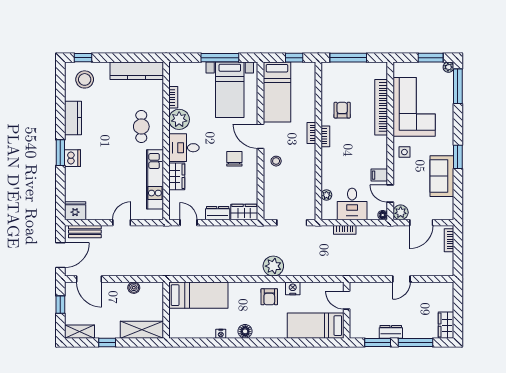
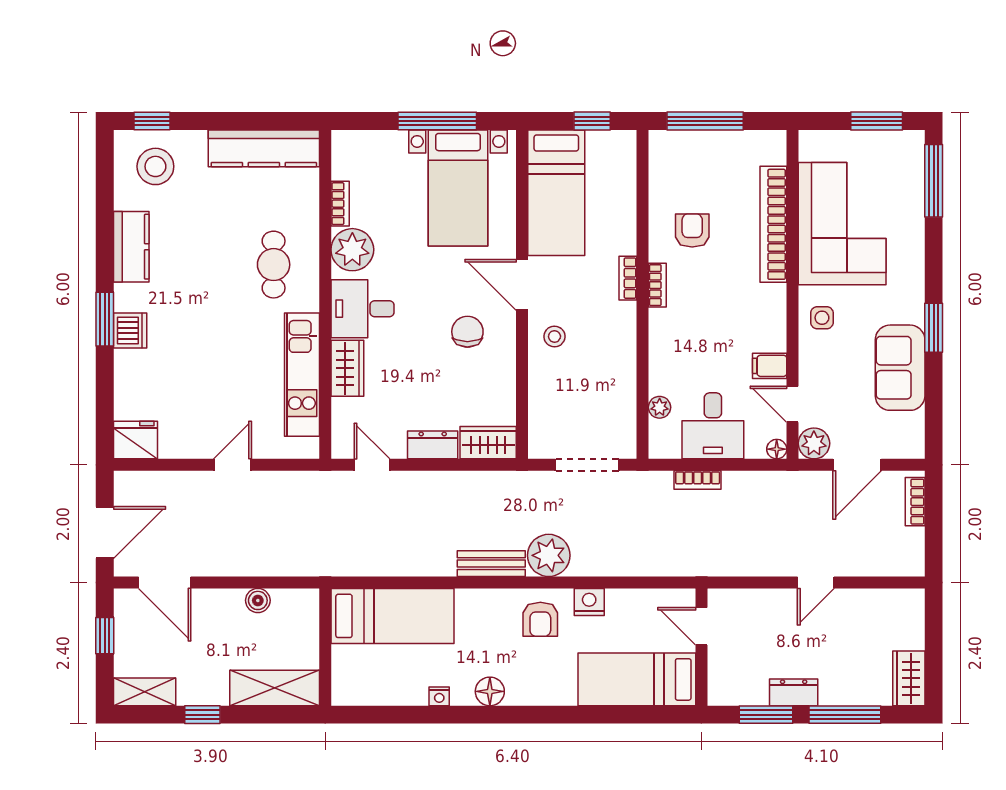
plant: (448, 67) -> (914, 141), removed
bench: (85, 232) -> (491, 564), moved

